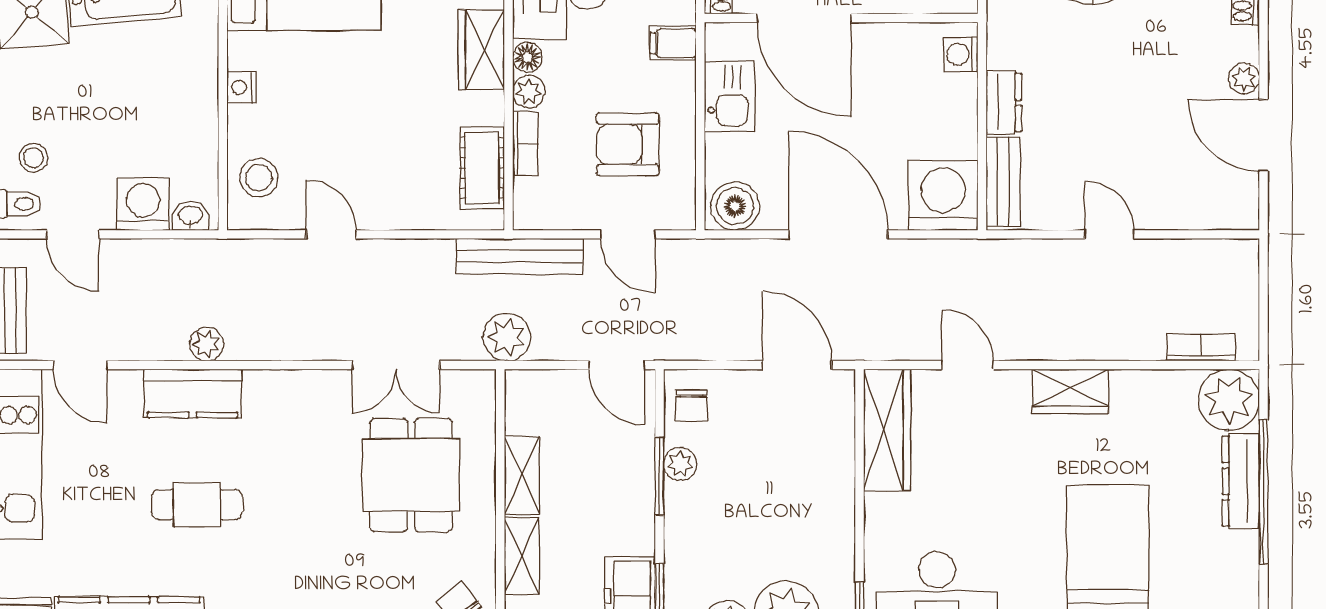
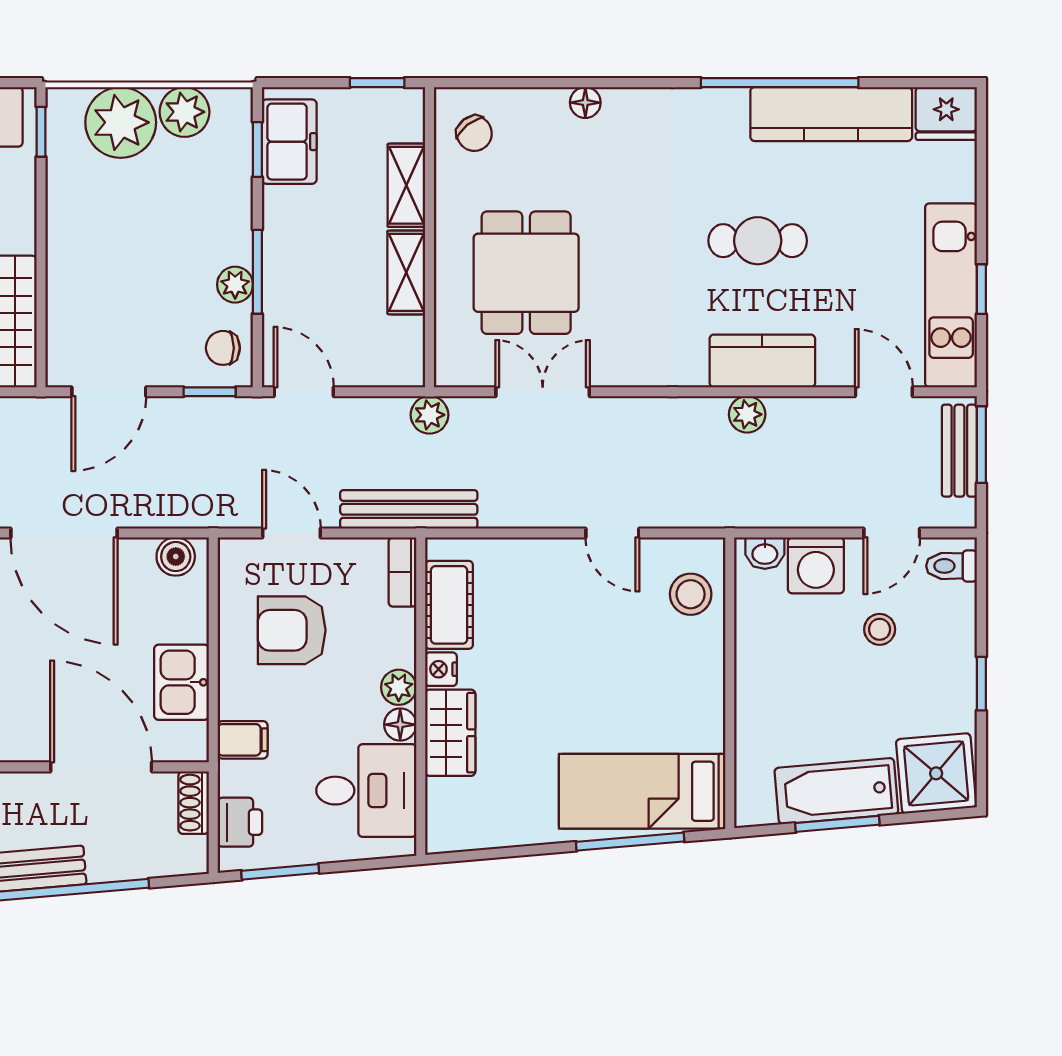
nightstand: (241, 87) -> (441, 669), moved, turned 180
bookcase: (525, 143) -> (402, 572), moved
armchair: (628, 144) -> (292, 630), turned 180
stool: (33, 158) -> (880, 629), moved
boiler: (735, 206) -> (176, 557), width x0.73, depth x0.73
door: (73, 234) -> (892, 533), swing flipped
plant: (507, 337) -> (430, 415), width x0.73, depth x0.73
window: (704, 365) -> (210, 392), added
door: (797, 365) -> (109, 392), hinge flipped
chair: (691, 405) -> (223, 348), turned -90

